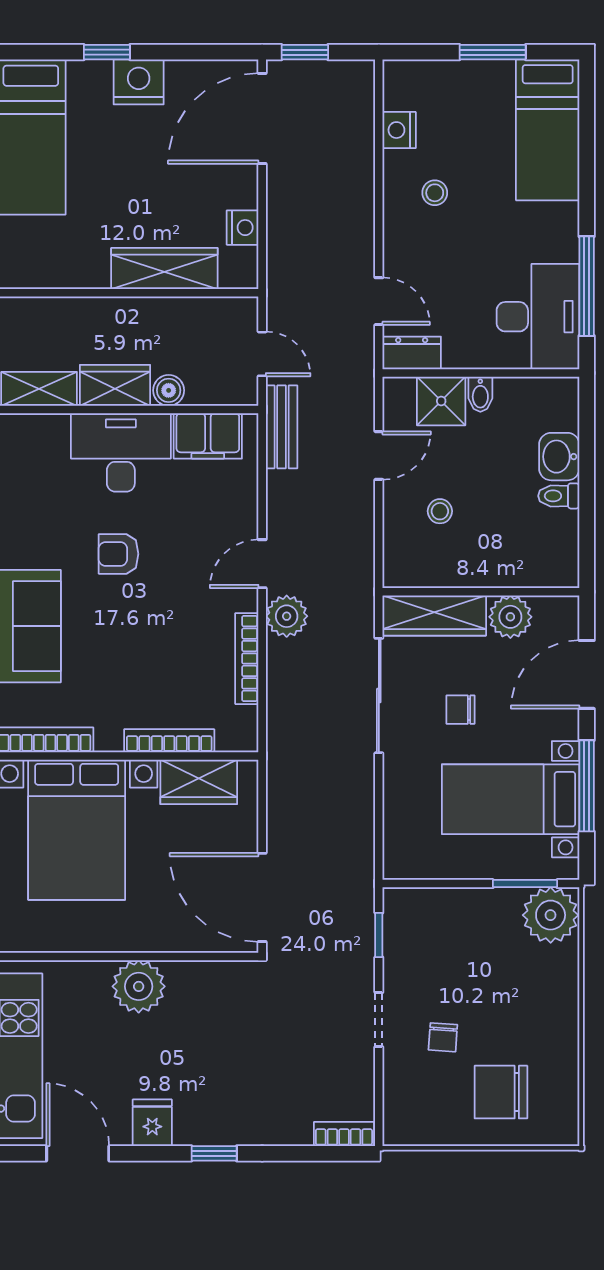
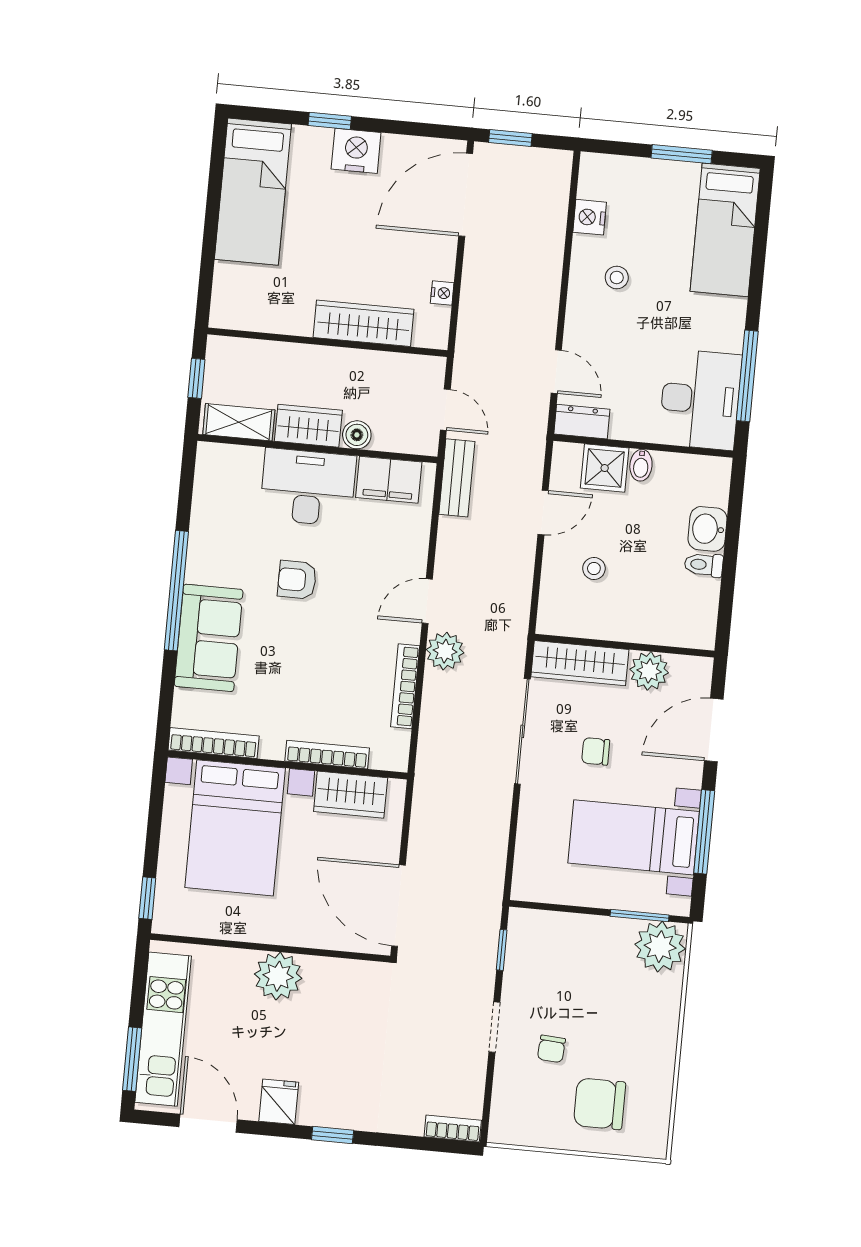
nightstand: (243, 228) -> (442, 293), width x0.72, depth x0.74

